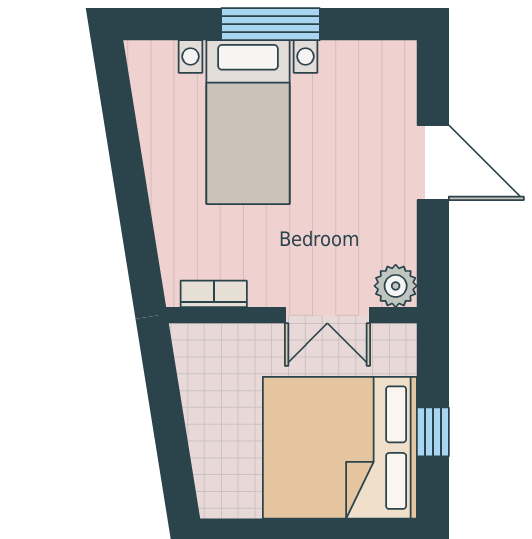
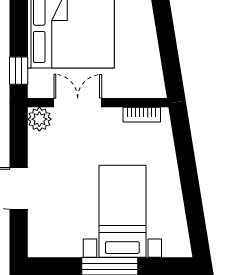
window: (433, 432) -> (19, 71), moved

